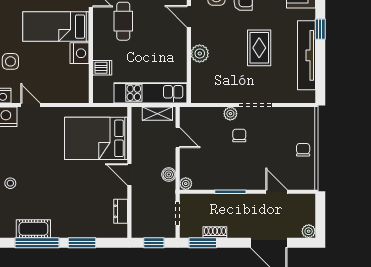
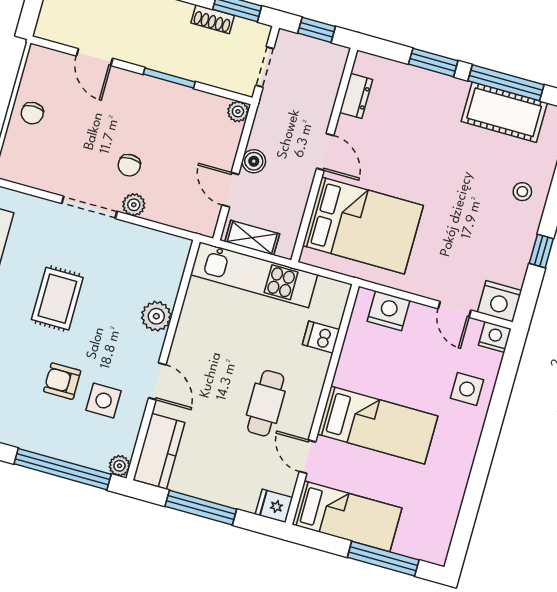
nightstand: (80, 53) -> (389, 311), moved, turned 90
boiler: (169, 174) -> (254, 161), moved
cot: (33, 229) -> (504, 112), width x1.37, depth x1.34

